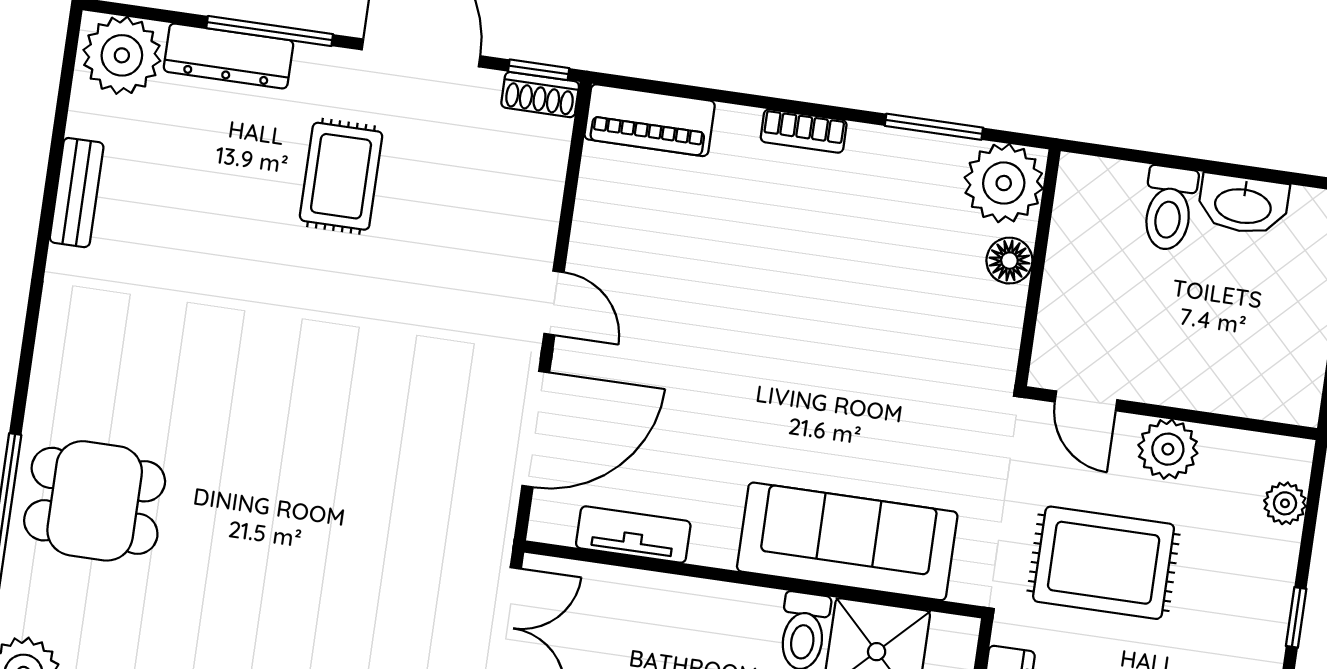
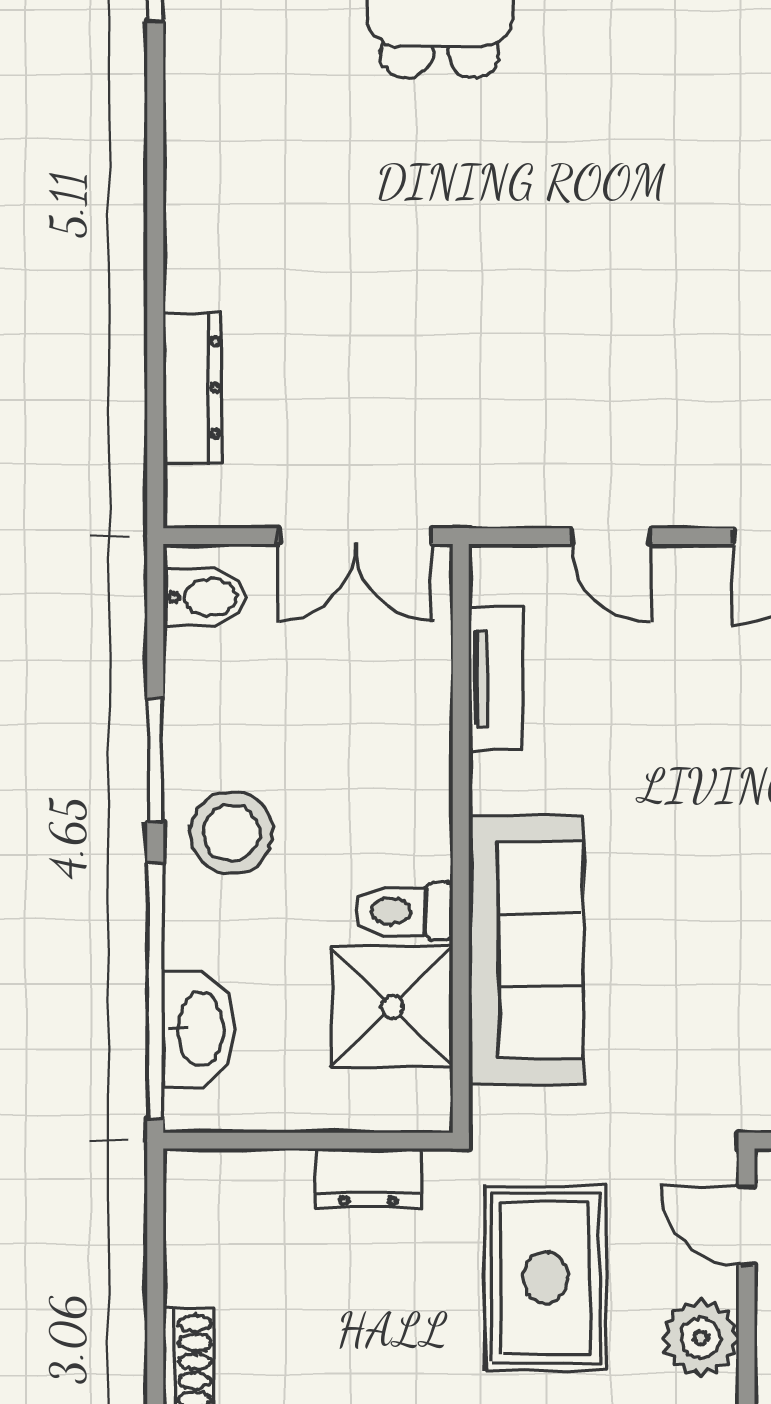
door: (1086, 401) -> (747, 1226), hinge flipped
door: (536, 429) -> (611, 536), width x0.53

